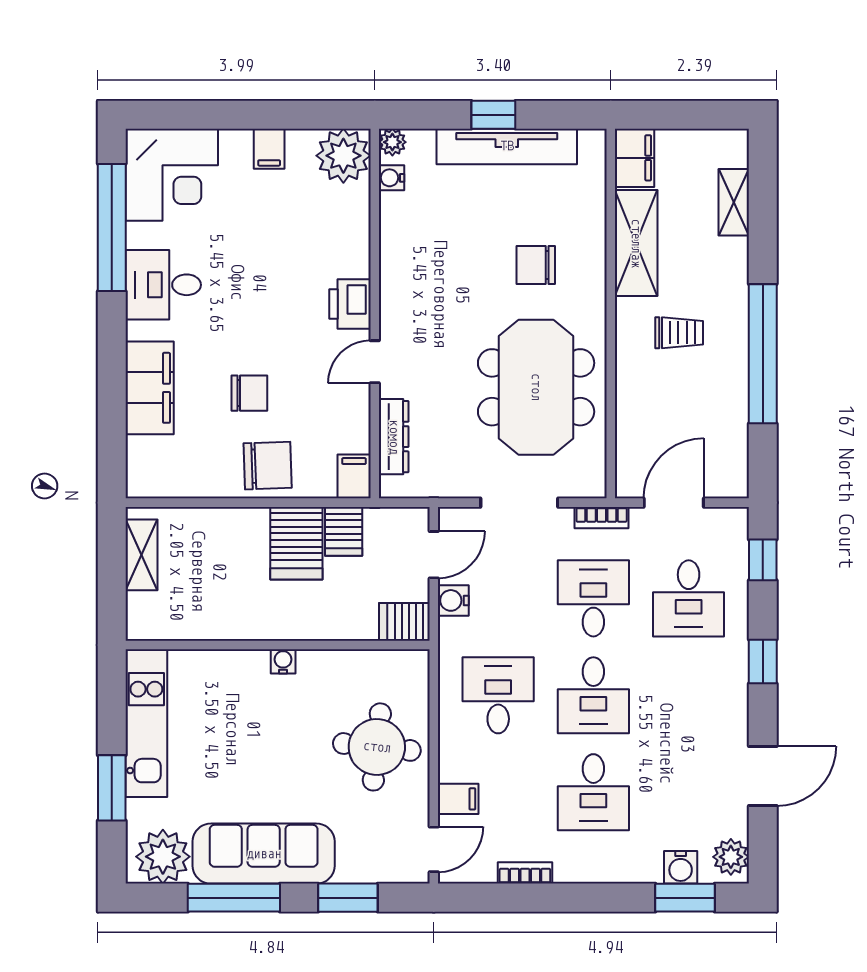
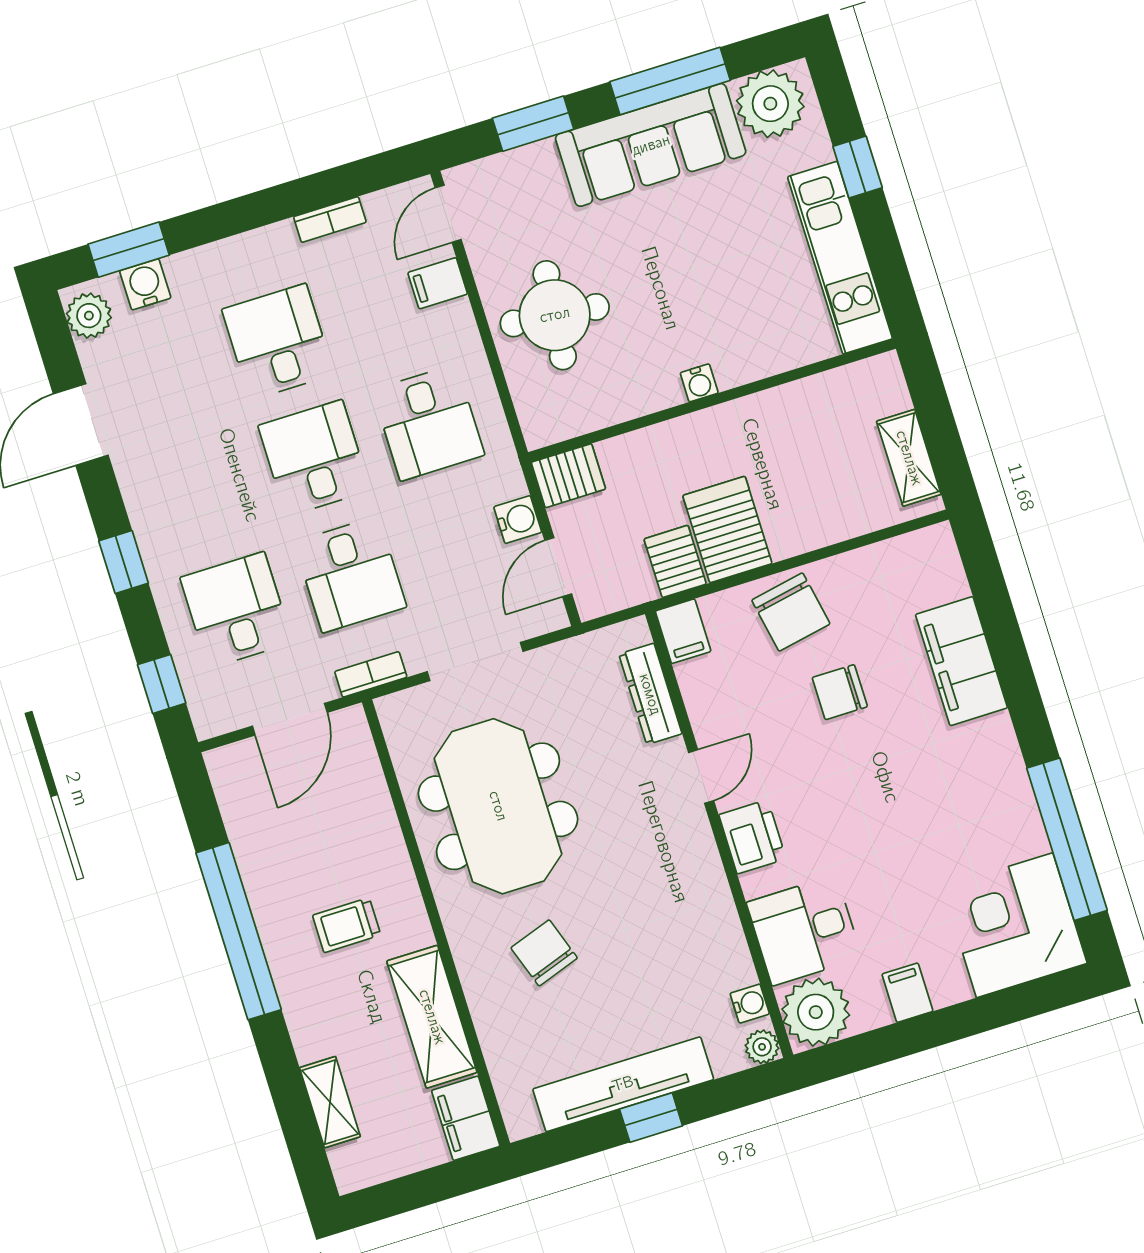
chair: (536, 265) -> (544, 953), turned -109
desk: (163, 285) -> (804, 930), moved, turned 180
chair: (268, 466) -> (791, 612), turned -99
window: (112, 788) -> (858, 167), width x0.67

